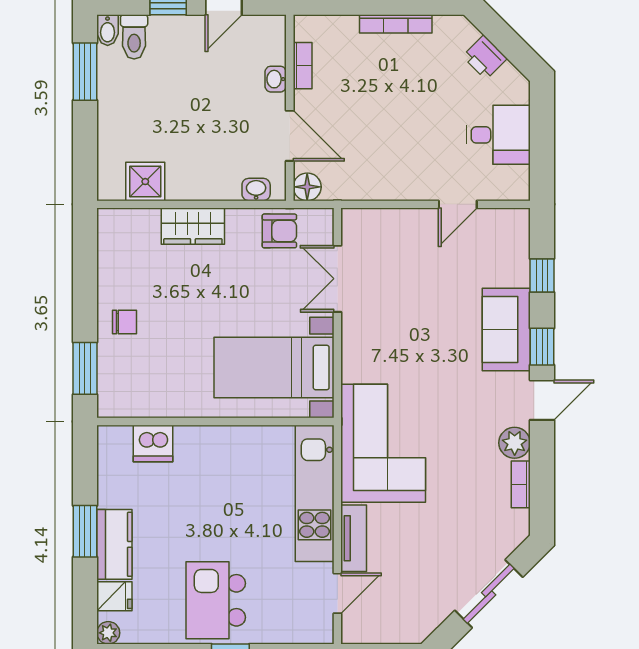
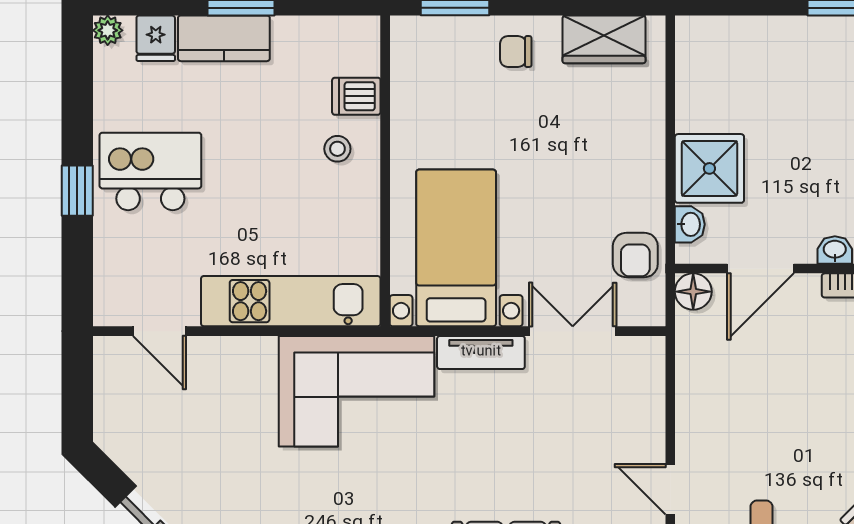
shower: (145, 182) -> (709, 168), moved, width x1.36, depth x1.36
wardrobe: (193, 226) -> (604, 39), moved, turned -90
chair: (124, 322) -> (516, 52), turned 90
dishwasher: (153, 443) -> (356, 96), width x0.73
stool: (198, 458) -> (337, 149), added
tv unit: (354, 538) -> (481, 352), moved

